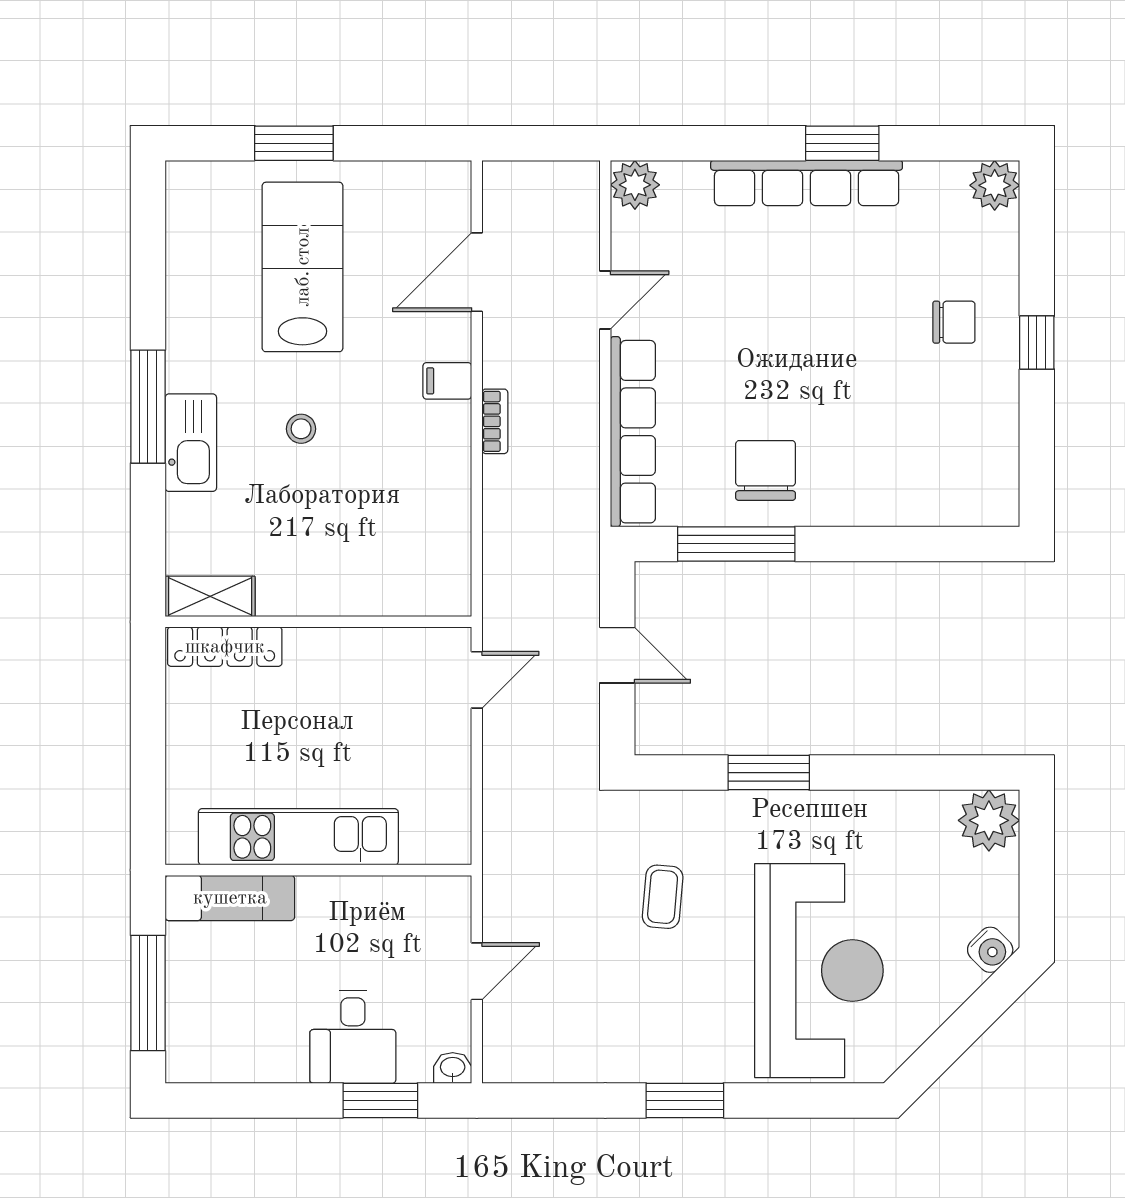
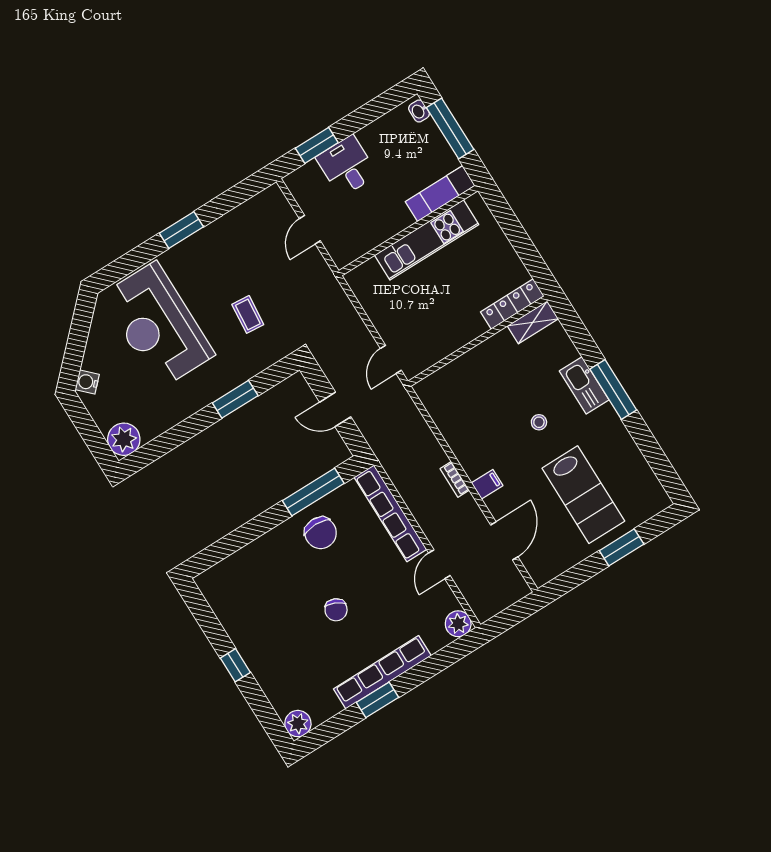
chair: (954, 322) -> (336, 610), moved, turned -66
washbasin: (453, 1068) -> (419, 111), moved, turned 90

